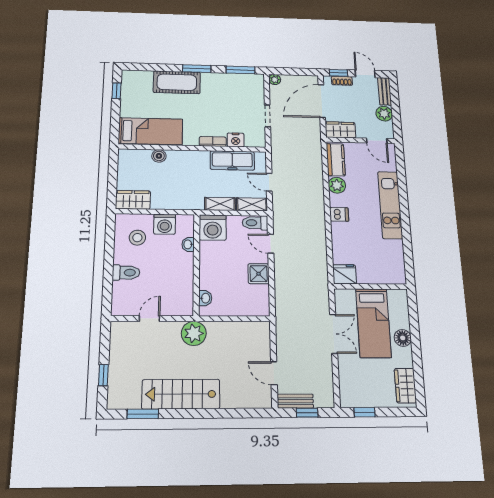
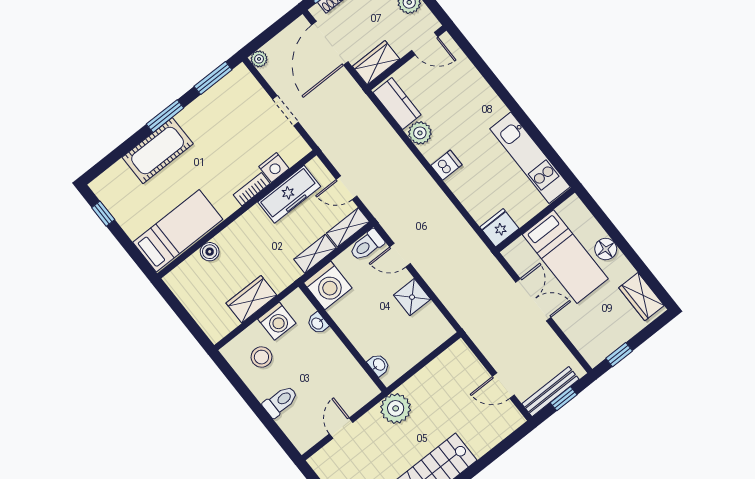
wardrobe: (133, 200) -> (251, 299), moved
kitchen unit: (390, 205) -> (530, 158), moved
bench: (295, 401) -> (550, 392), width x1.36

